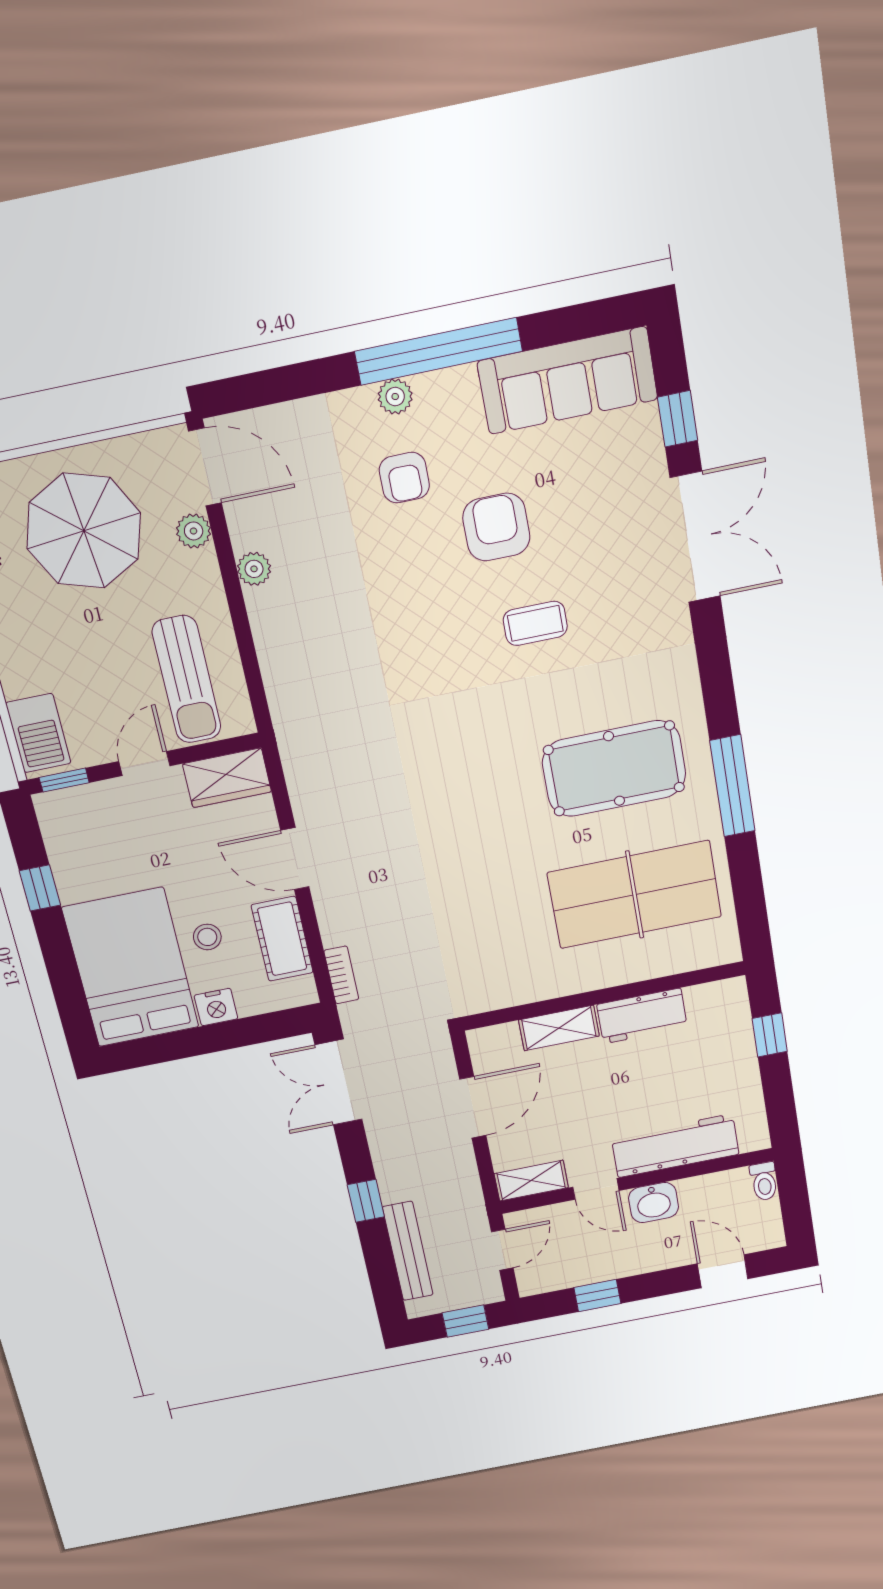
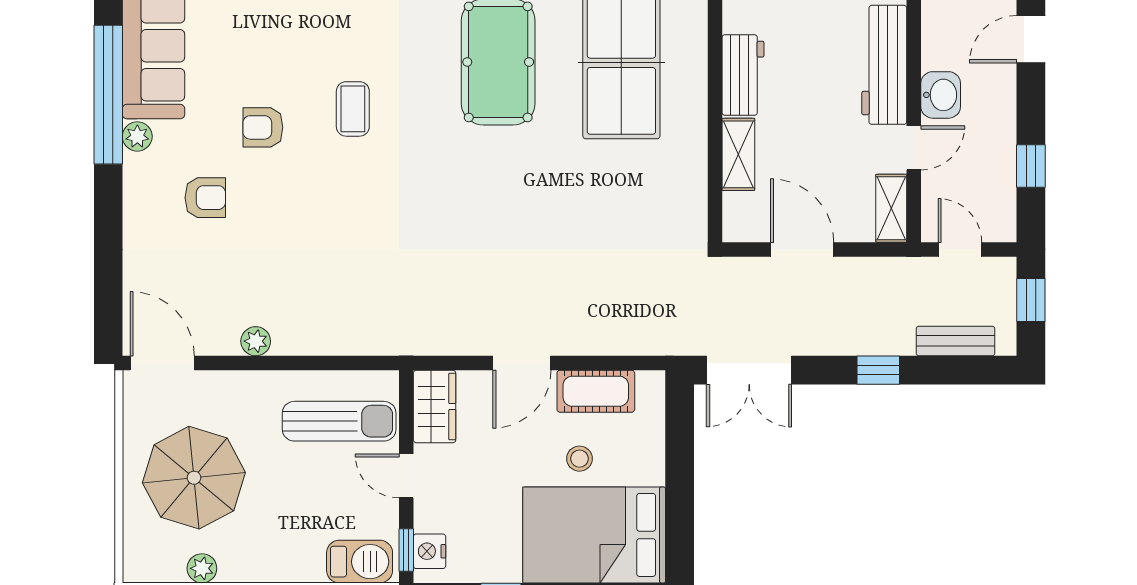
window: (438, 351) -> (108, 95), moved
plant: (395, 397) -> (137, 136), moved
door: (205, 467) -> (162, 363), hinge flipped
armchair: (496, 527) -> (263, 127), width x0.72, depth x0.72
plant: (194, 531) -> (213, 385), removed
bookcase: (341, 975) -> (642, 345), removed
nightstand: (216, 1007) -> (429, 551), moved, turned 180
bench: (408, 1251) -> (955, 341), width x0.73

